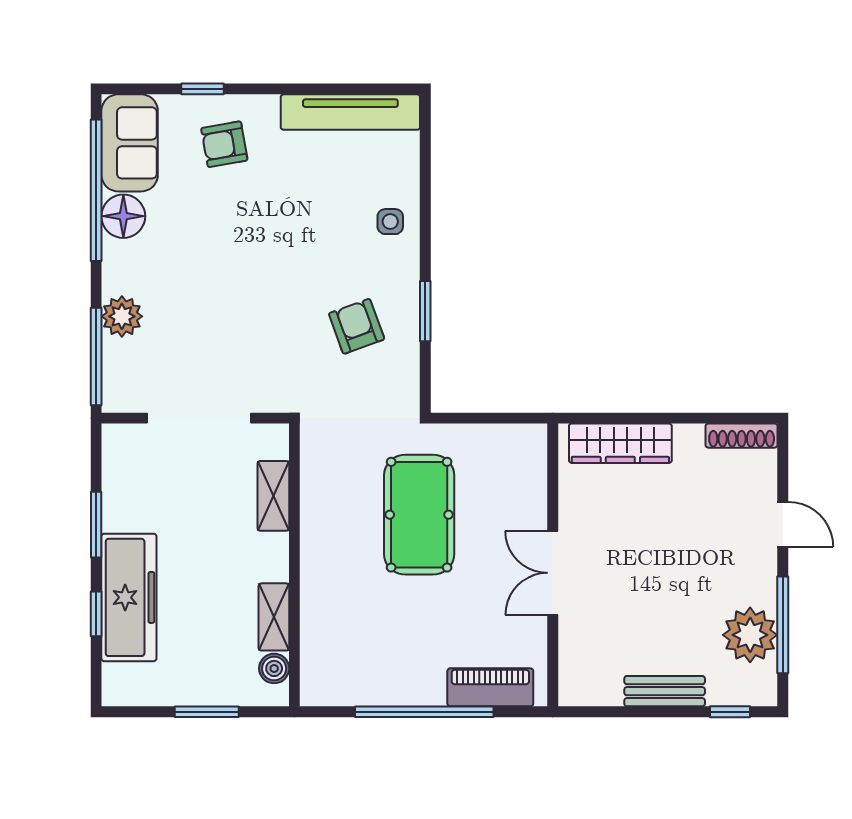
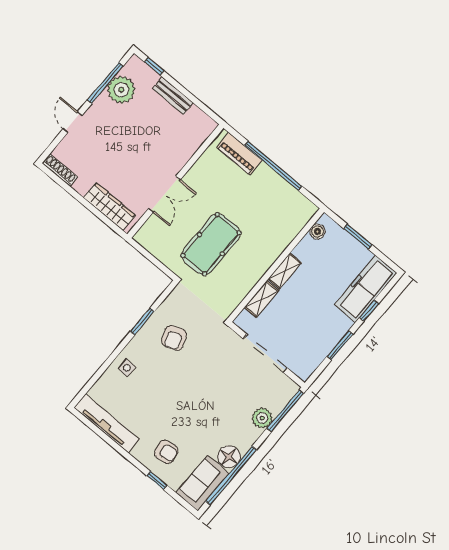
double door: (553, 573) -> (164, 194), moved
freezer: (129, 597) -> (366, 289), moved
shelving: (274, 617) -> (285, 271), moved

